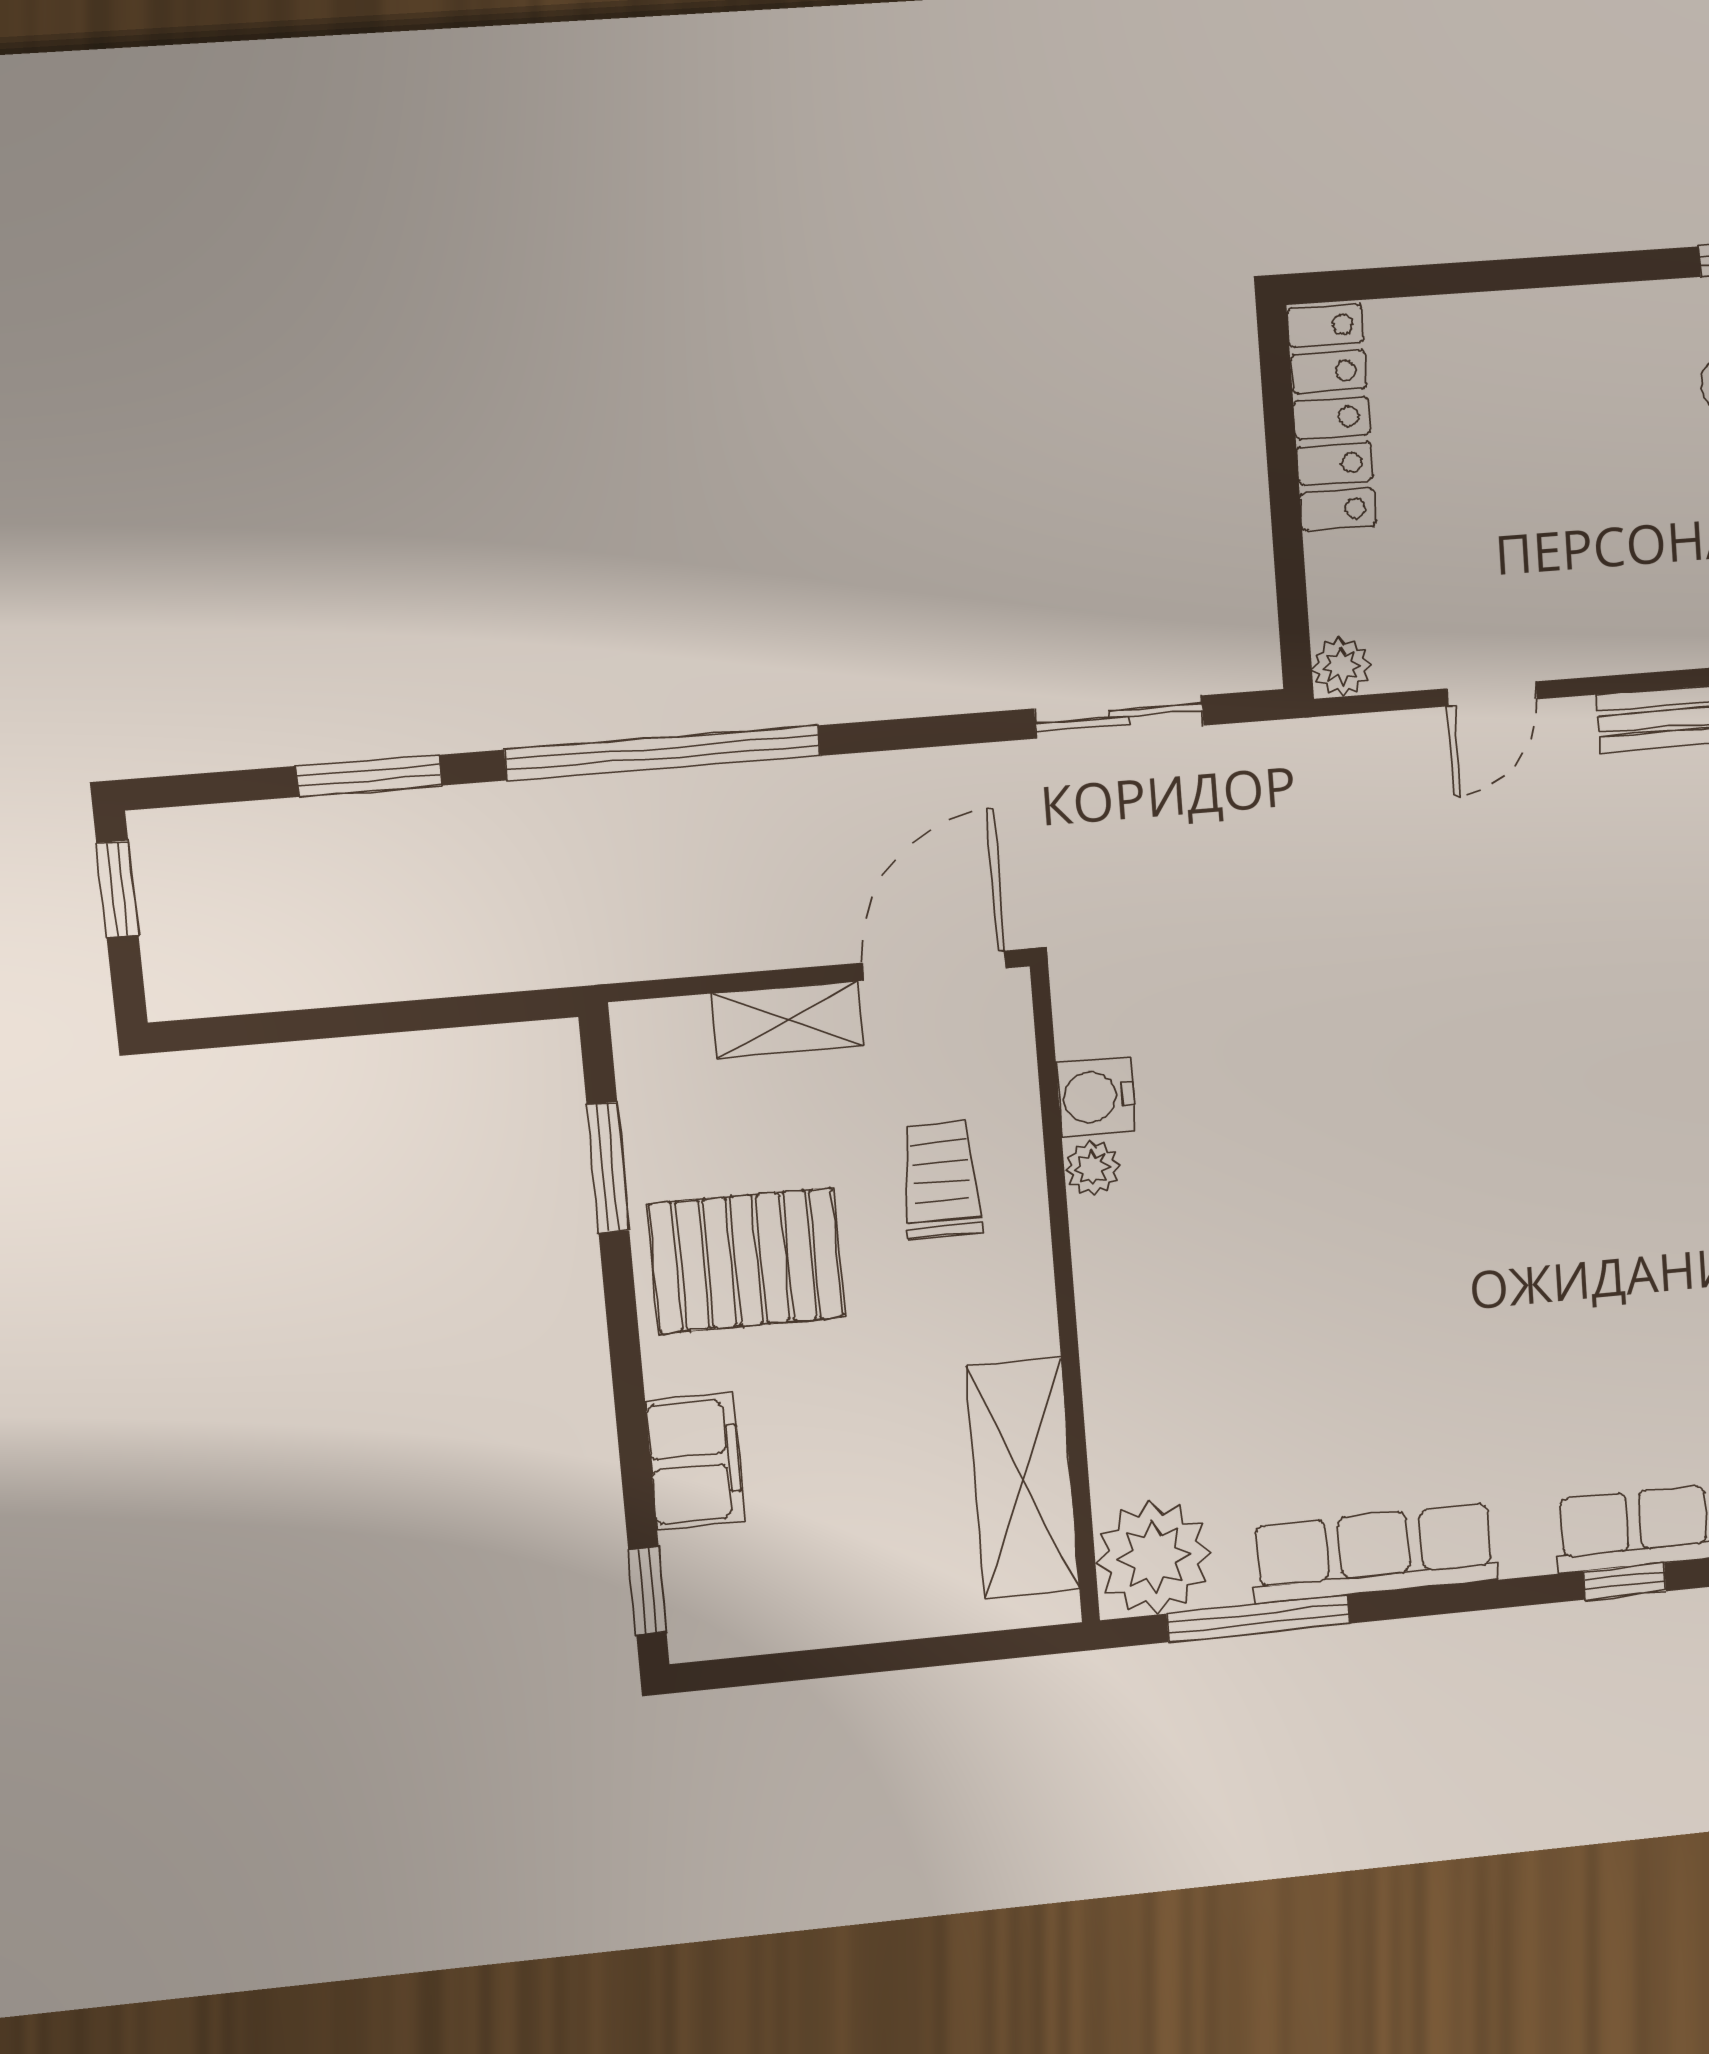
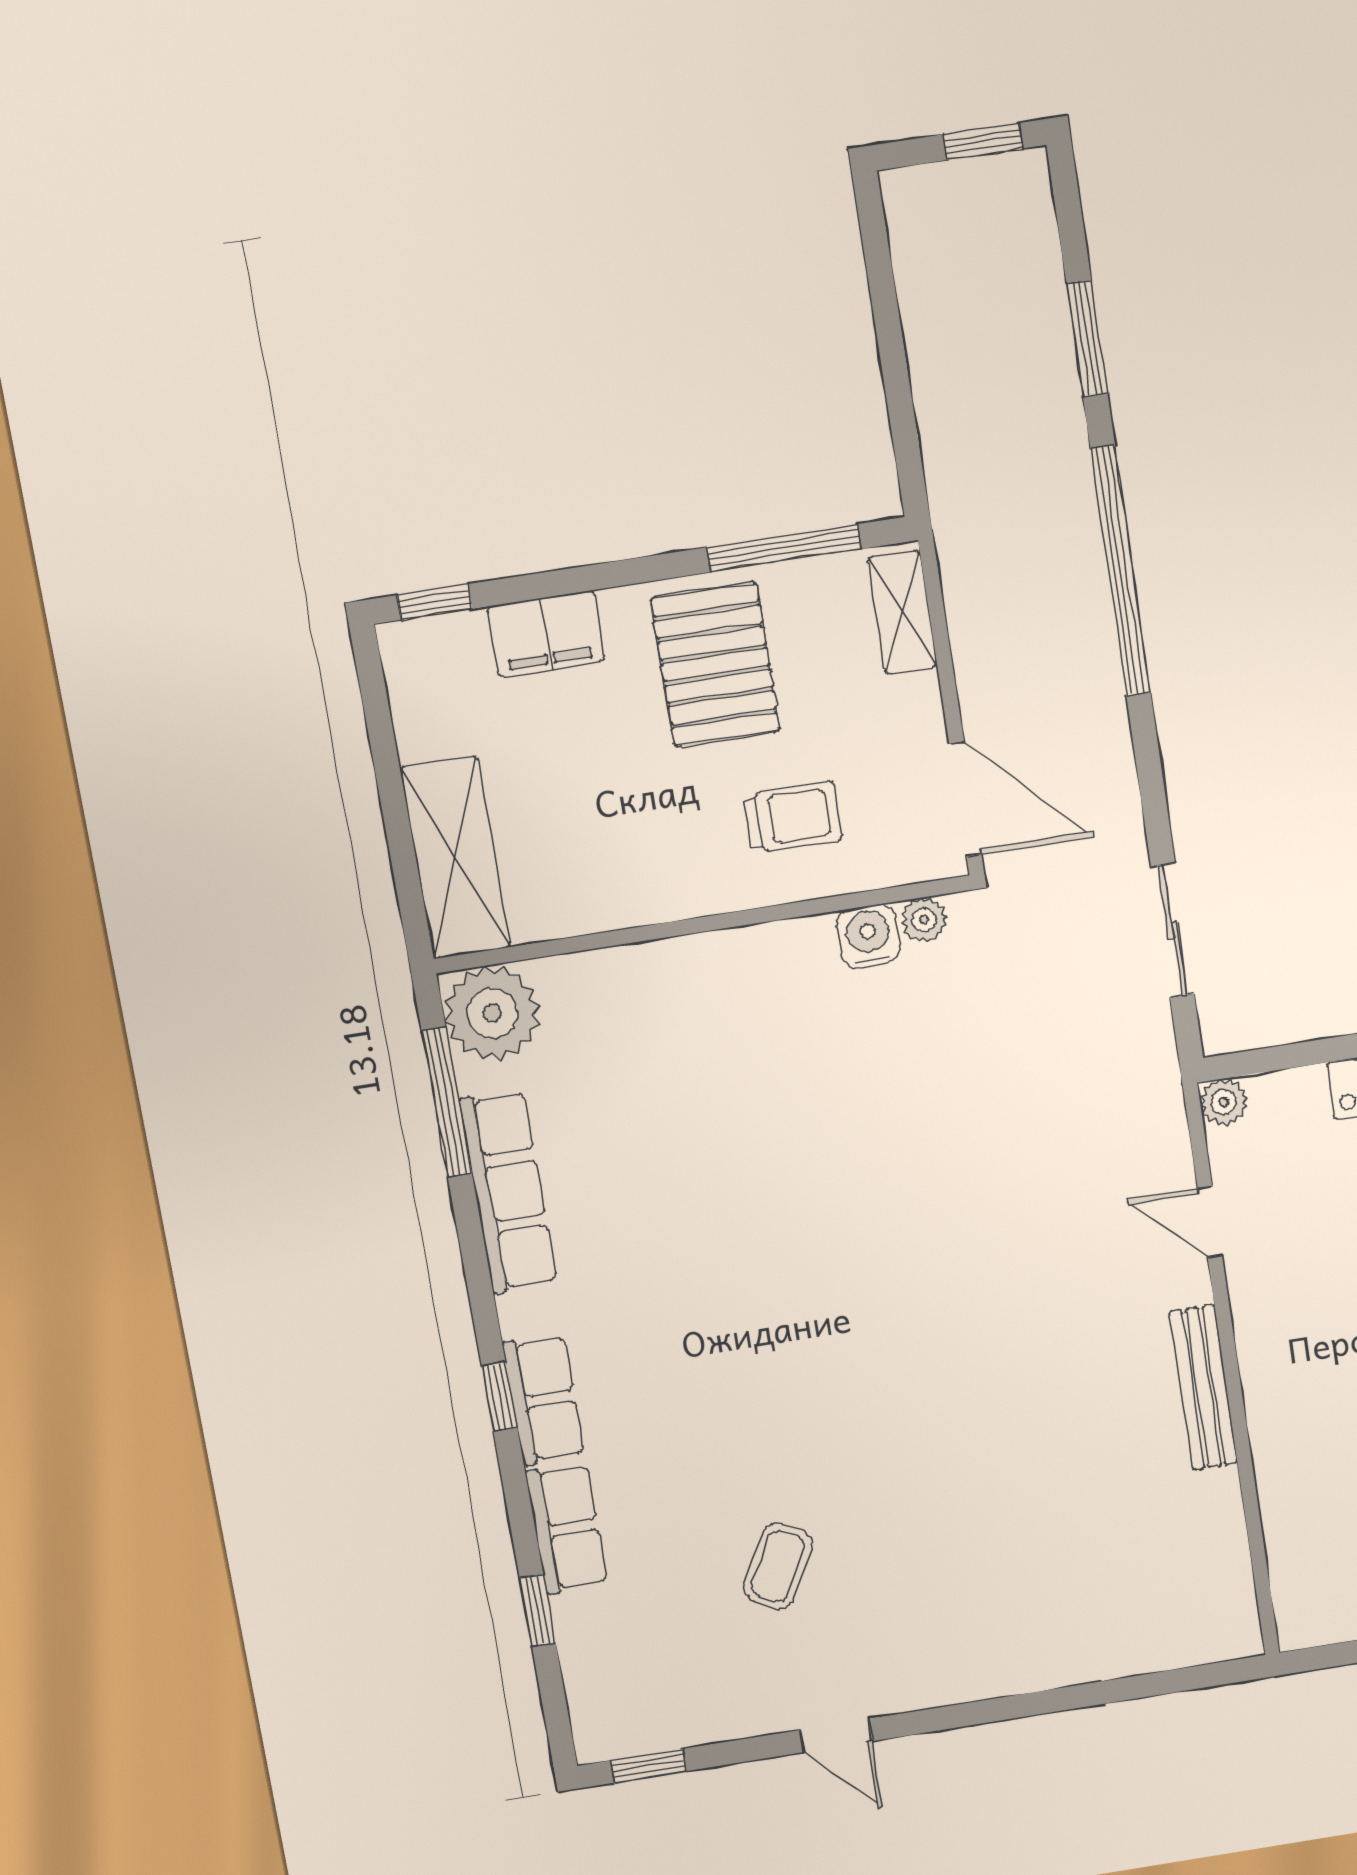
shelving: (788, 1020) -> (903, 612), moved
window: (608, 1168) -> (784, 548), width x1.44
plant: (1092, 1168) -> (924, 920), moved
shelving: (1023, 1478) -> (455, 858), moved, turned 90

